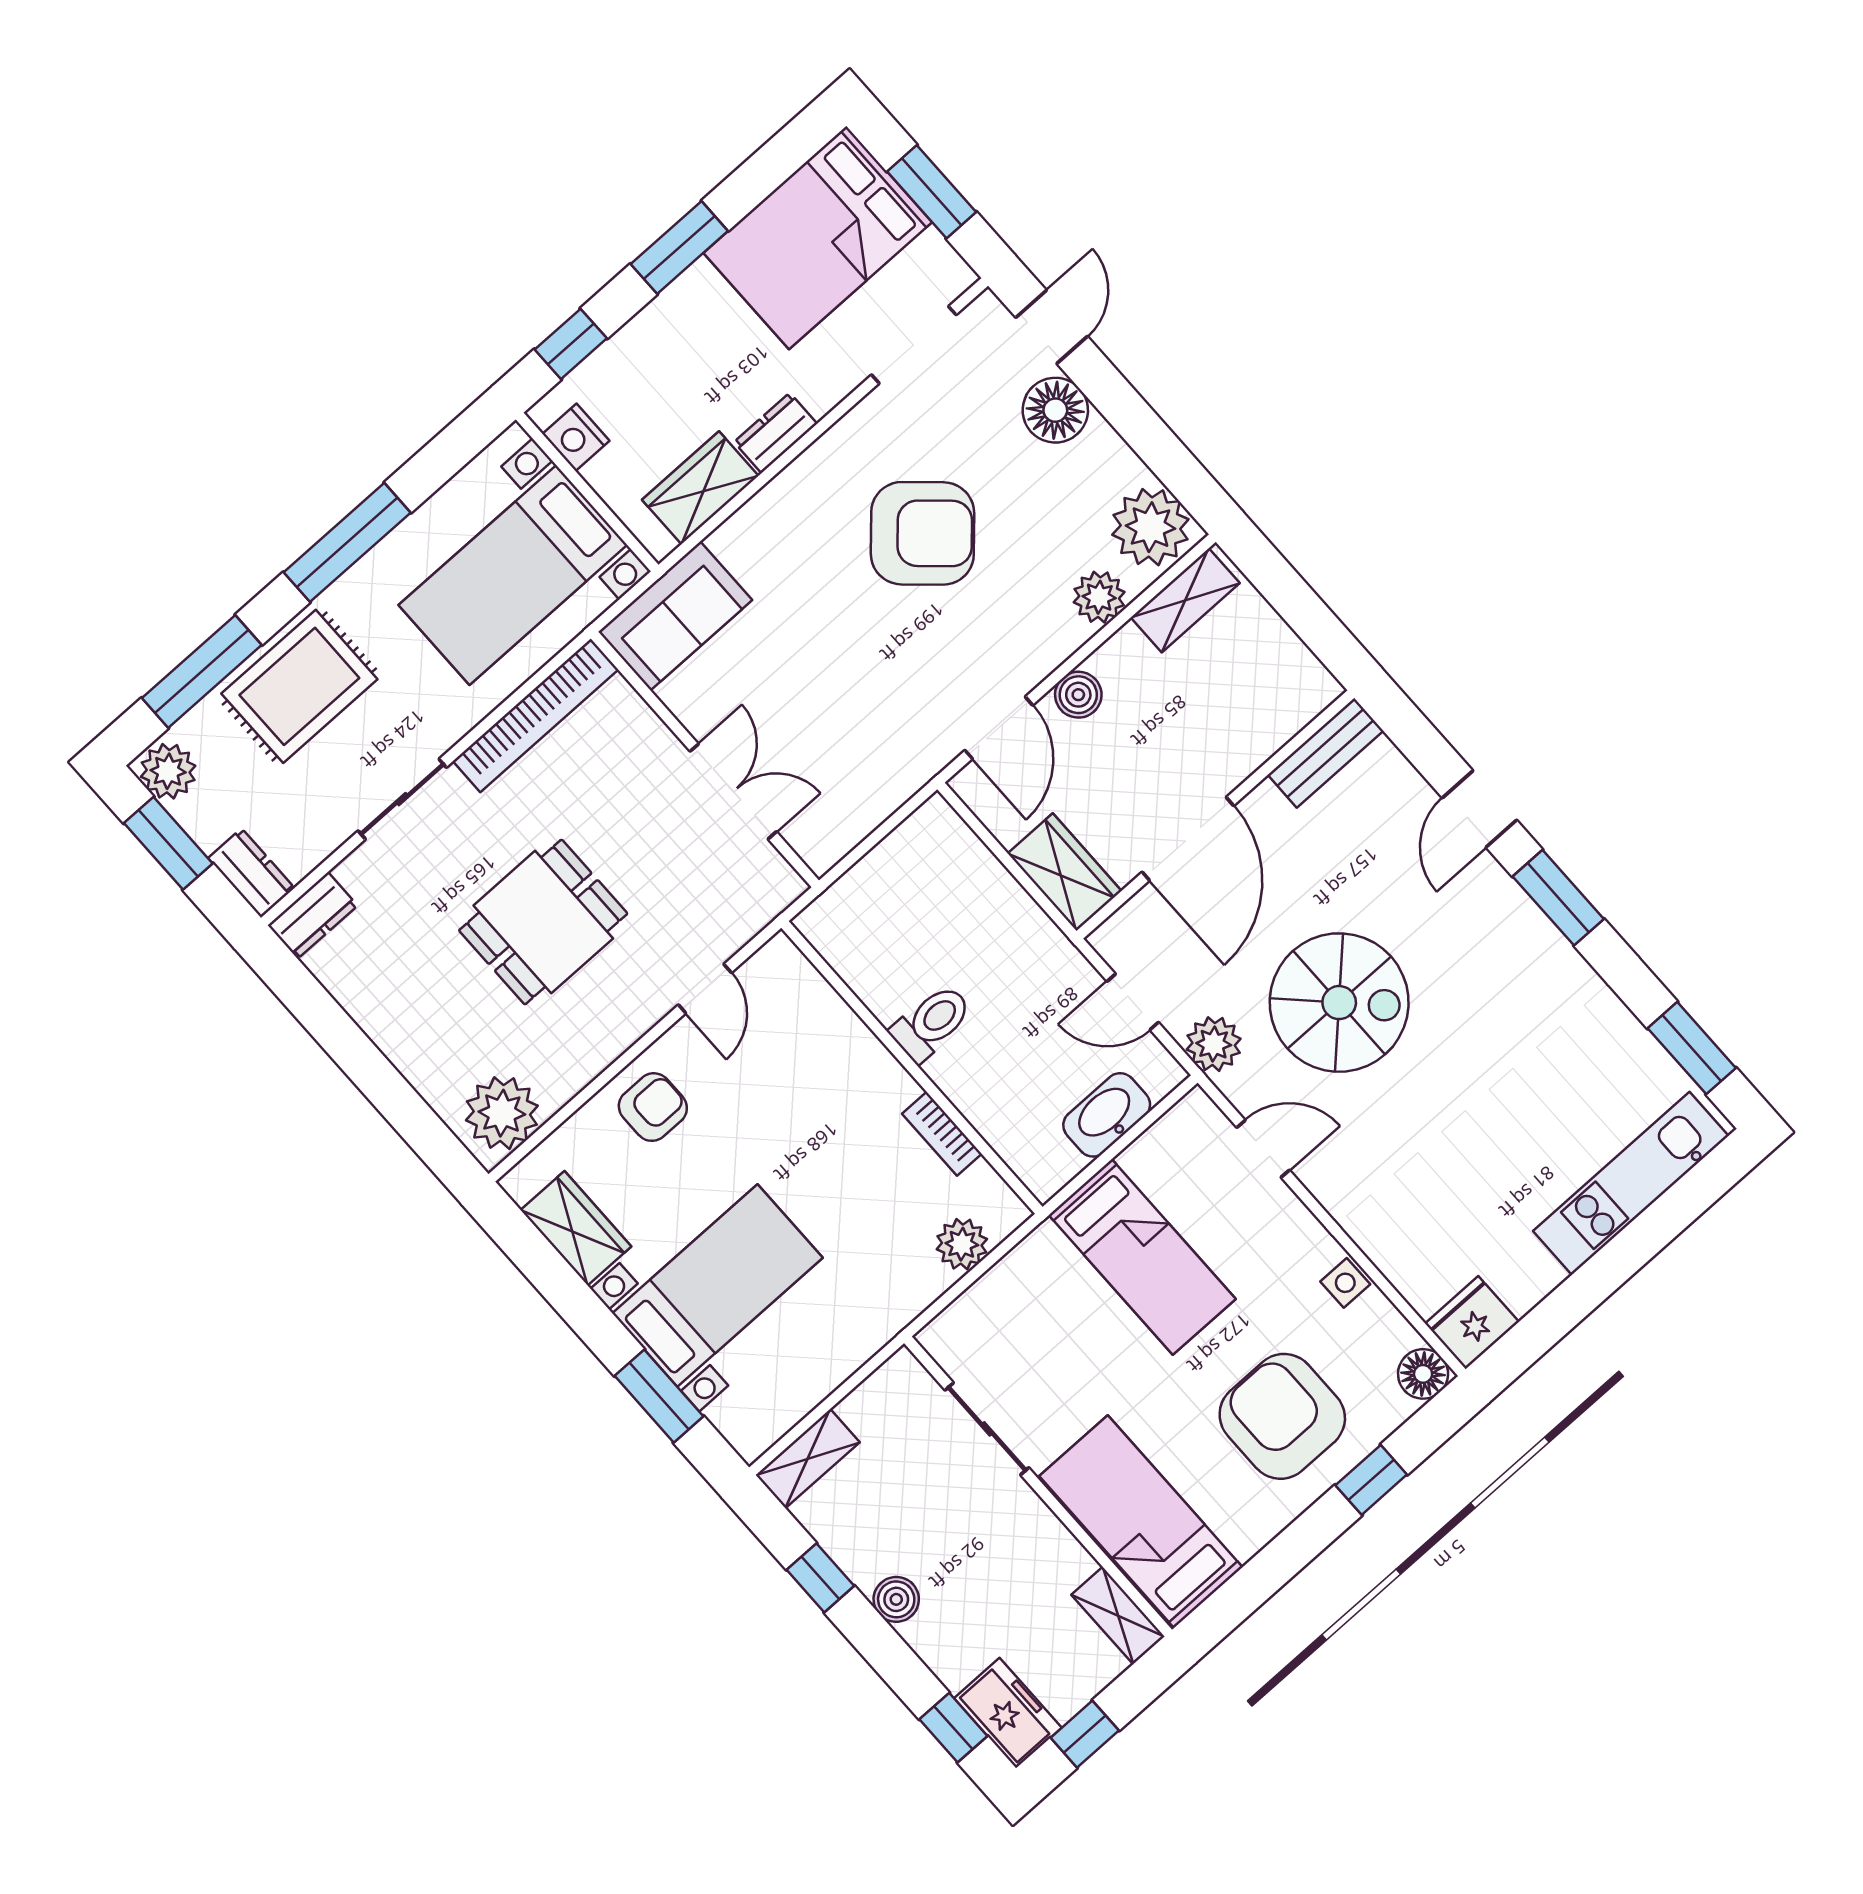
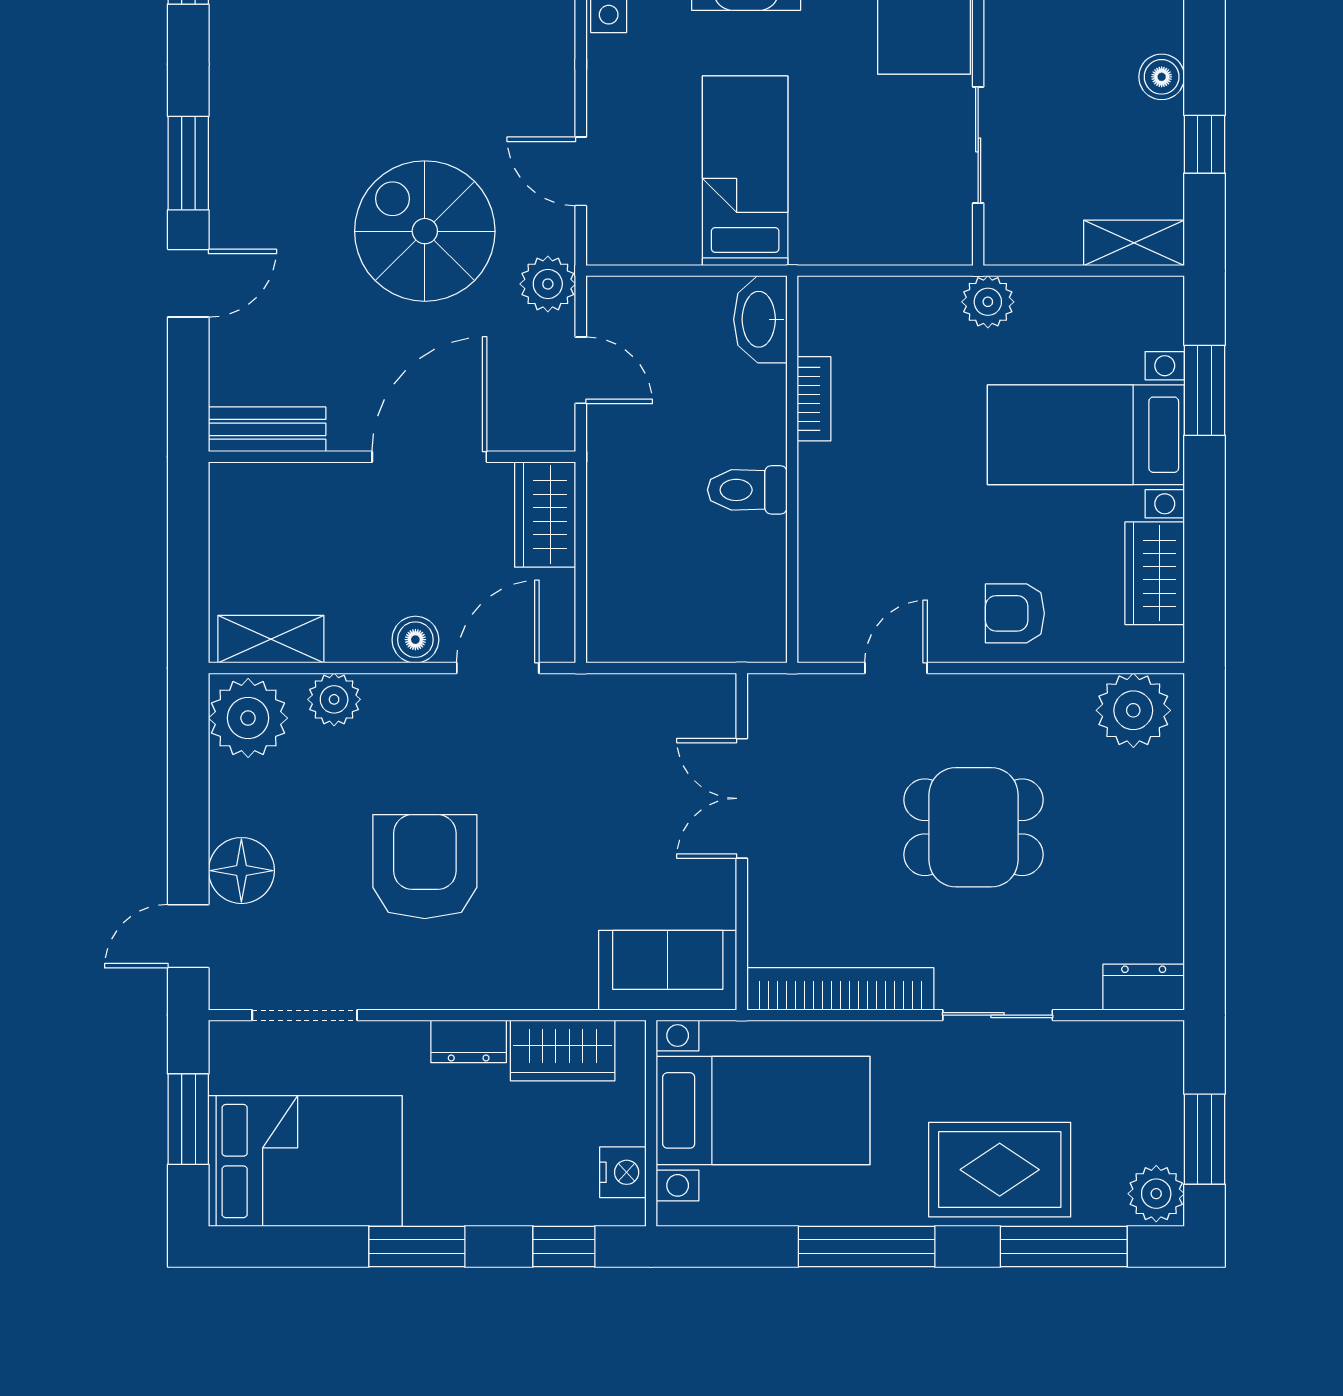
armchair: (922, 533) -> (425, 867), turned 48
dresser: (251, 873) -> (1162, 1061), removed
washbasin: (1107, 1115) -> (760, 319), moved, turned 90
plant: (962, 1244) -> (988, 302), moved

